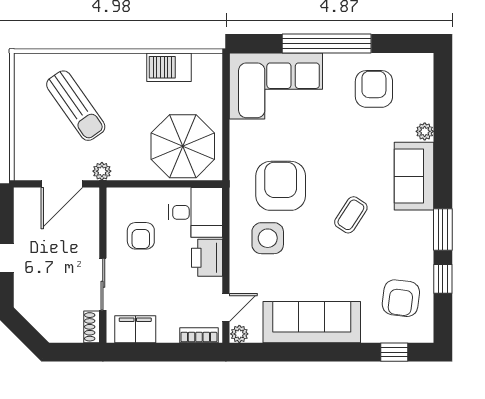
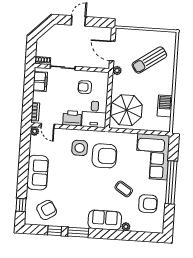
coffee table: (351, 215) -> (124, 189), moved
armchair: (401, 298) -> (47, 210), turned 141
sofa: (312, 322) -> (38, 173), width x0.73

